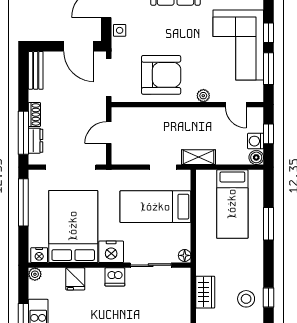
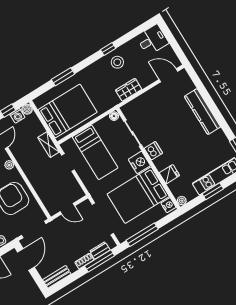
bed: (232, 204) -> (68, 111), width x1.50

